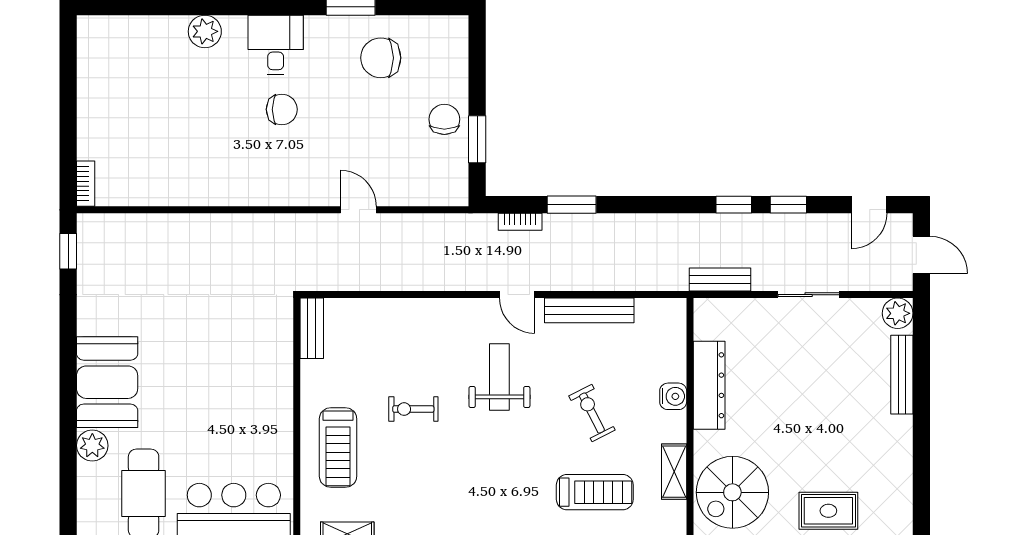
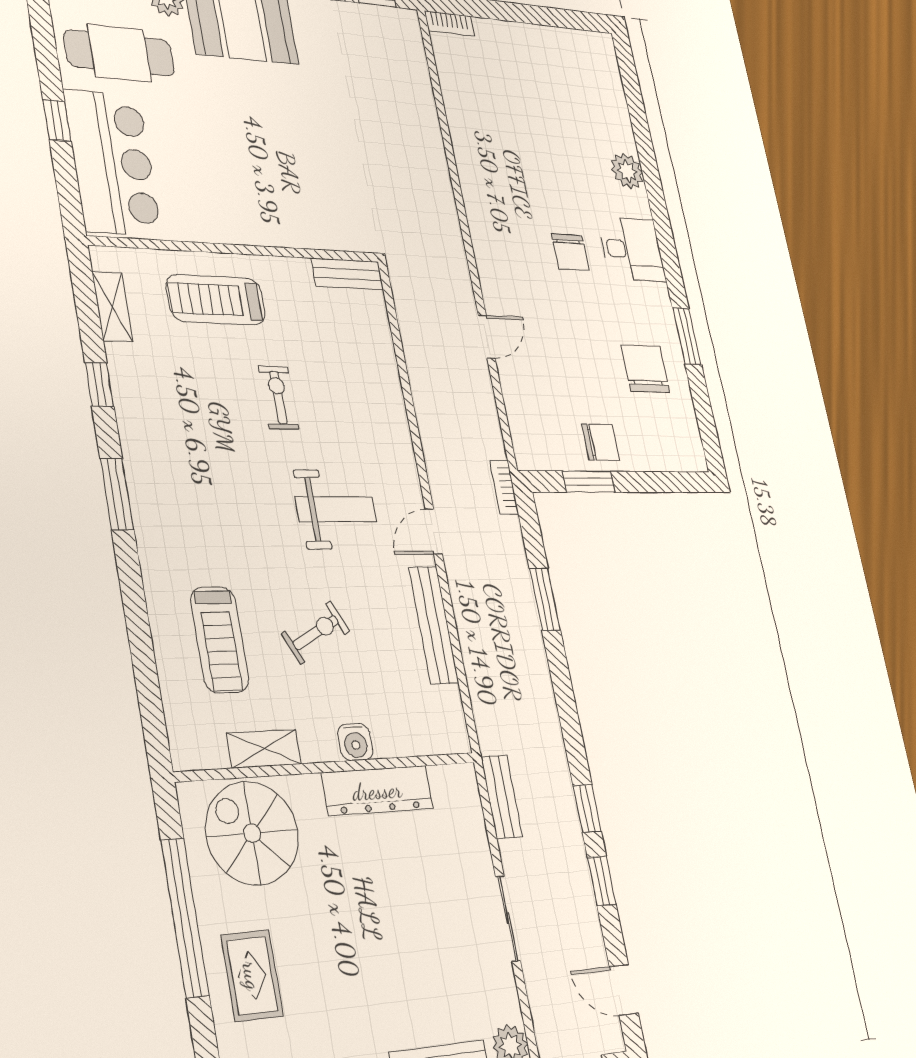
bookcase: (520, 222) -> (504, 487), moved

